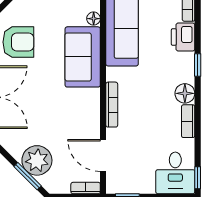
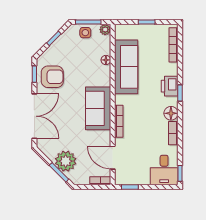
printer: (183, 37) -> (170, 86), moved
sofa: (83, 57) -> (98, 108), moved

